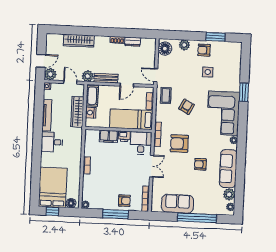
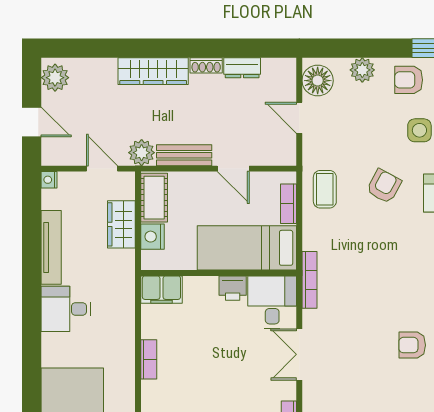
wardrobe: (79, 41) -> (153, 71), moved
door: (41, 61) -> (32, 122), hinge flipped
plant: (50, 74) -> (55, 78), moved
door: (156, 75) -> (299, 118), moved
door: (127, 85) -> (233, 169), hinge flipped
armchair: (187, 107) -> (384, 186), moved
wardrobe: (77, 112) -> (121, 224), width x0.67
filing cabinet: (109, 136) -> (161, 290), moved
armchair: (179, 144) -> (361, 299), removed
double door: (152, 166) -> (299, 354), swing flipped

